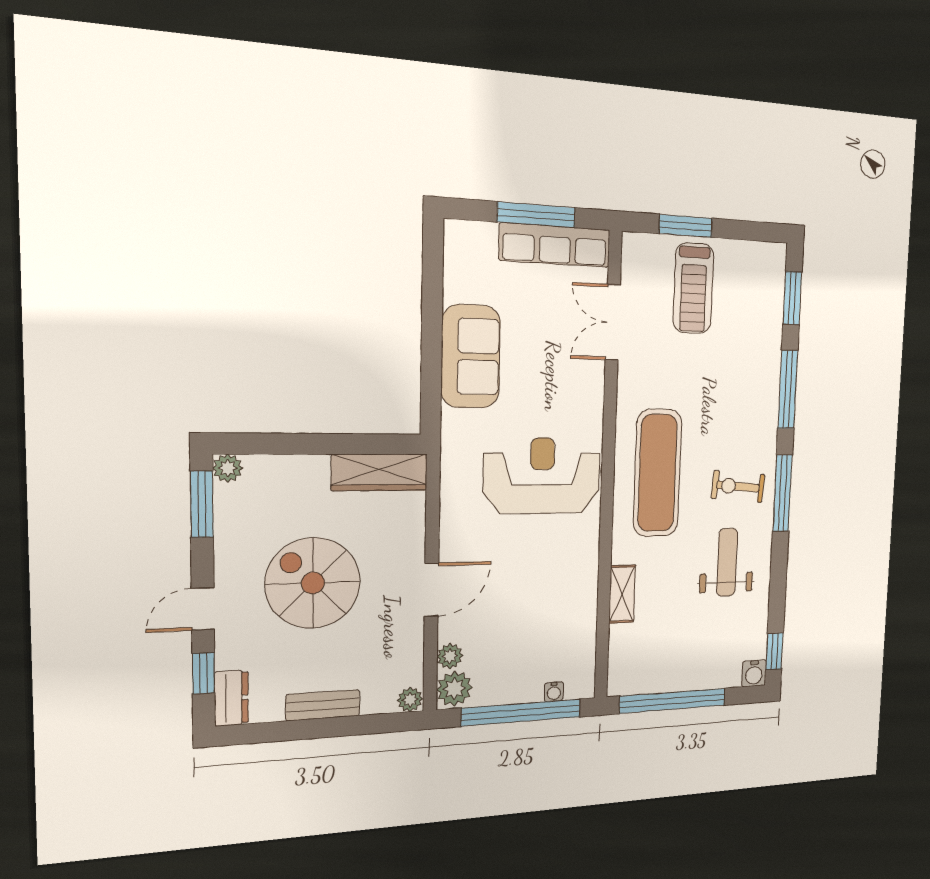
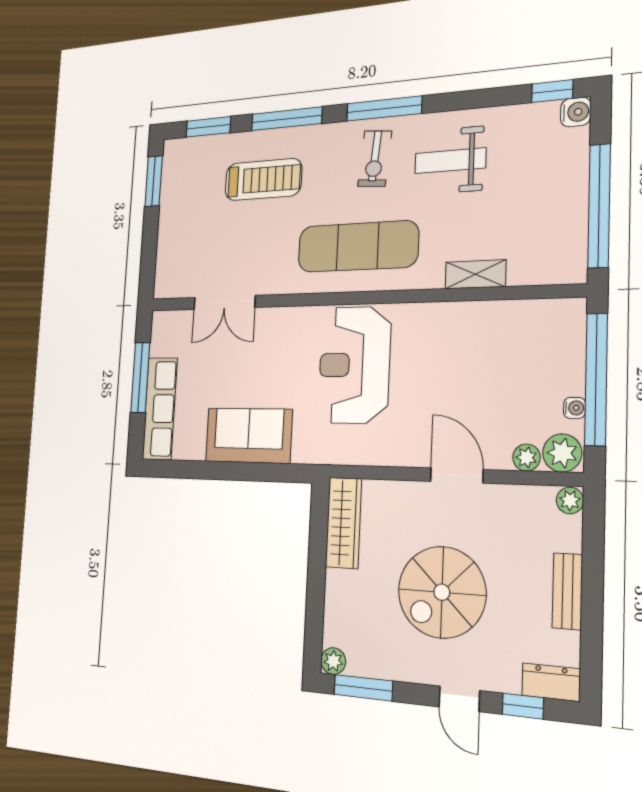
window: (686, 226) -> (154, 181), moved
row of seats: (555, 245) -> (160, 409), moved
treadmill: (693, 288) -> (263, 180), moved
water cooler: (554, 692) -> (574, 408), moved

